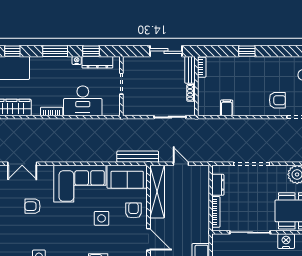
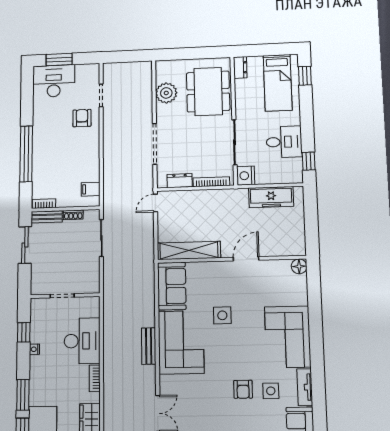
window: (55, 51) -> (23, 395), moved
window: (247, 51) -> (26, 154), width x3.17
dresser: (97, 62) -> (37, 325), removed
filing cabinet: (227, 108) -> (91, 189), moved
bench: (138, 157) -> (149, 346), moved, width x0.73
door: (181, 164) -> (155, 203), moved
armchair: (33, 206) -> (243, 389), moved
armchair: (133, 210) -> (212, 278), removed
nightstand: (286, 241) -> (246, 176), moved

